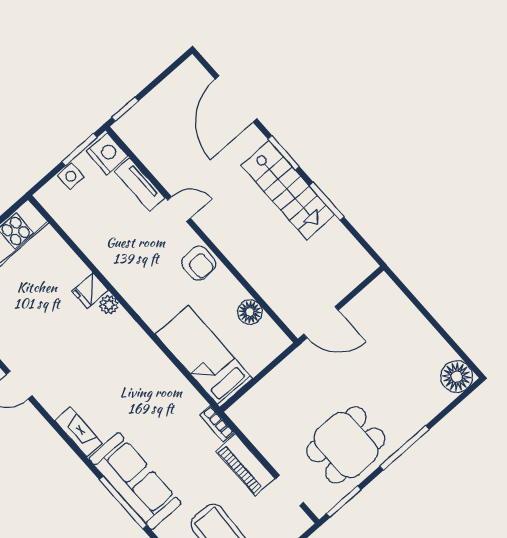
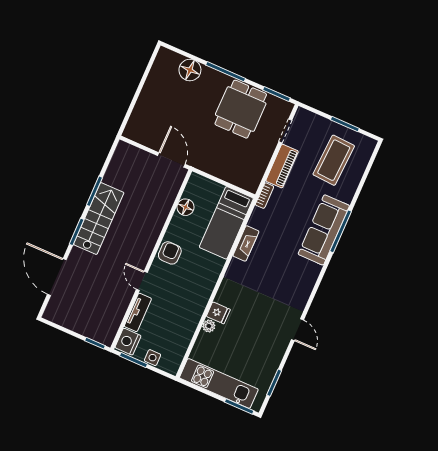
door: (236, 99) -> (57, 277), swing flipped
plant: (109, 305) -> (209, 326), moved
floor lamp: (457, 377) -> (190, 70), moved
fireplace: (78, 432) -> (246, 243), moved, turned 180
dining table: (346, 445) -> (241, 109), turned 90

